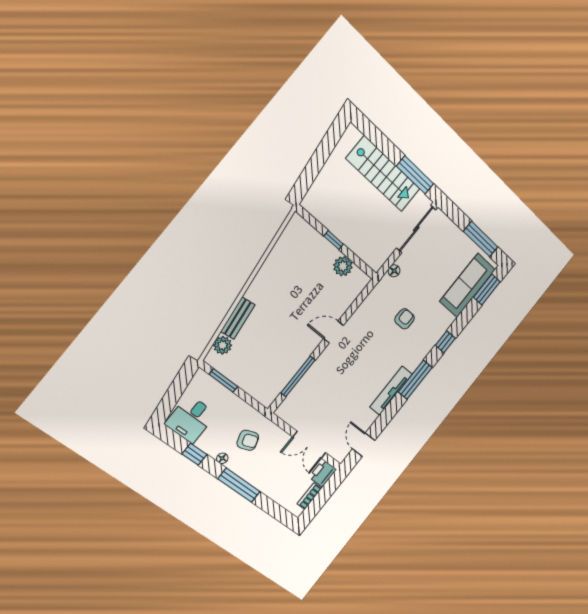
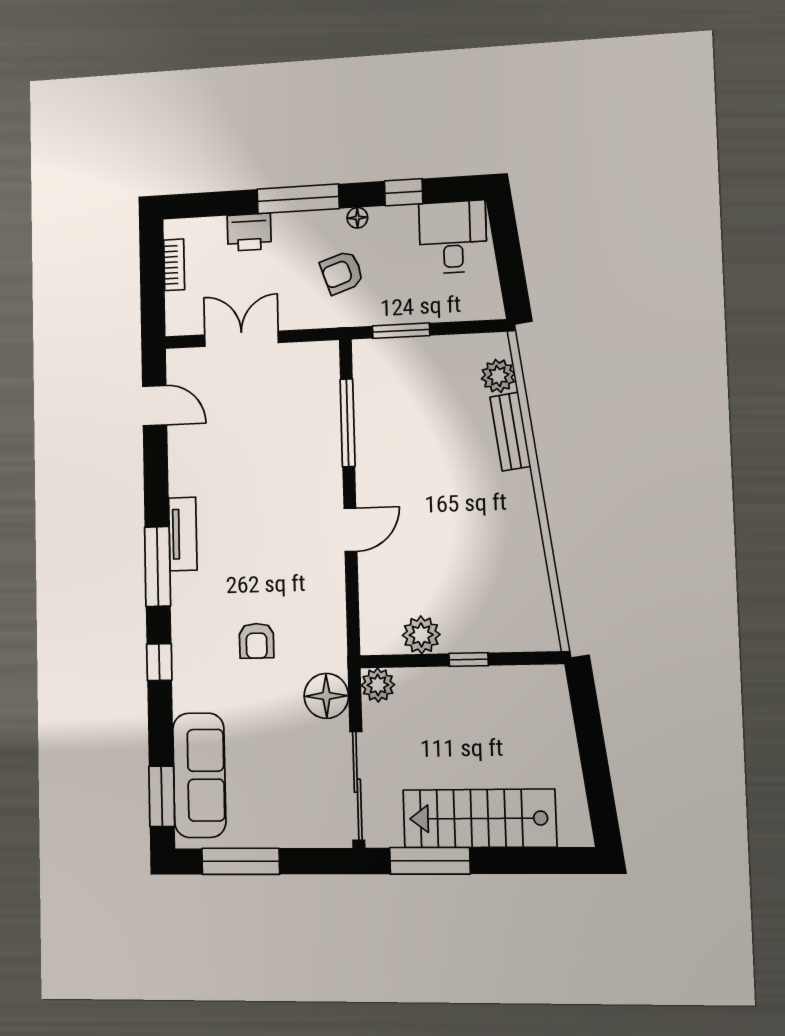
plant: (376, 261) -> (378, 685), added
floor lamp: (394, 271) -> (326, 696), width x1.89, depth x1.89
window: (223, 380) -> (401, 331), moved
tv unit: (391, 391) -> (183, 534), width x0.71
printer: (323, 473) -> (249, 232), moved, turned 90

